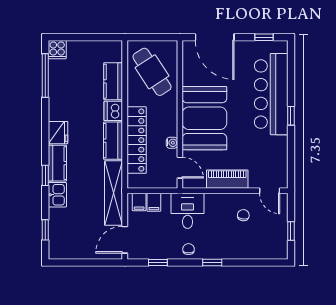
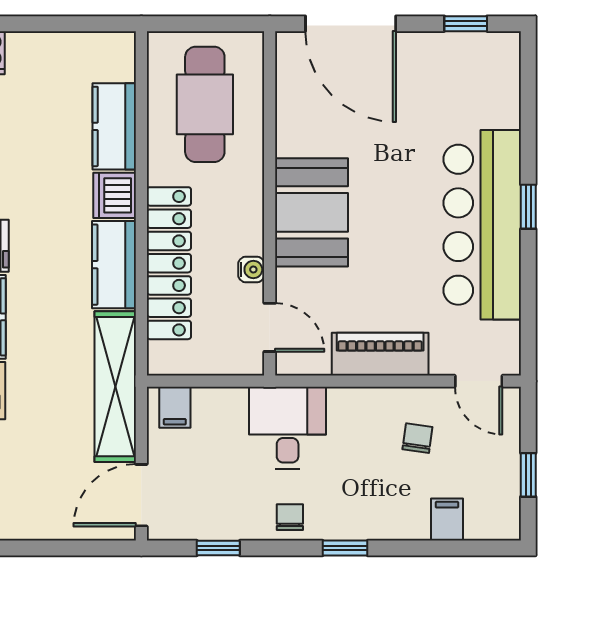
cafe table: (152, 72) -> (205, 104), turned 33
bar counter: (271, 94) -> (482, 225), moved
booth: (204, 118) -> (312, 212), width x0.73, depth x0.70
filing cabinet: (154, 202) -> (447, 519), moved, turned 180

